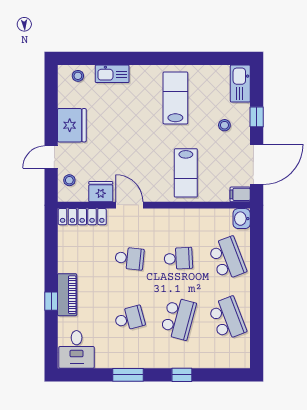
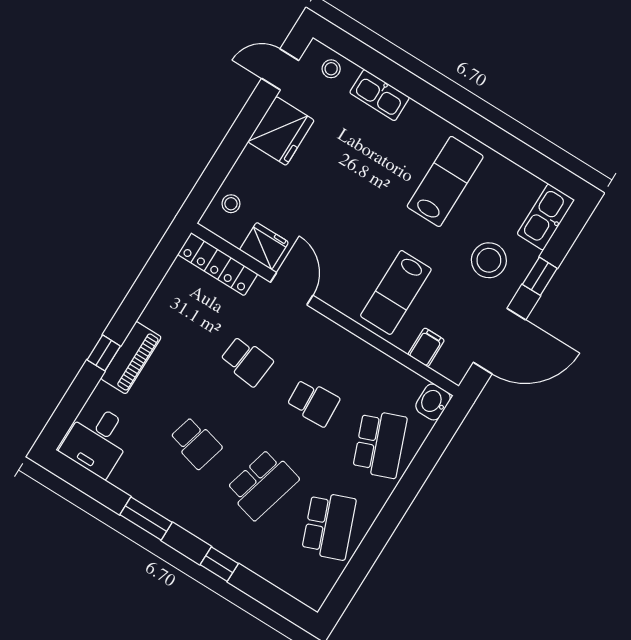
stool: (224, 125) -> (489, 260), width x1.89, depth x1.89
door: (51, 157) -> (280, 69), moved
filing cabinet: (240, 194) -> (426, 347), moved, turned 90
school desk: (129, 318) -> (196, 443), turned 30

